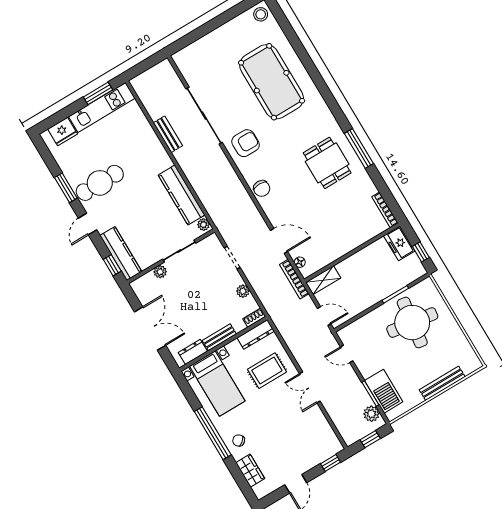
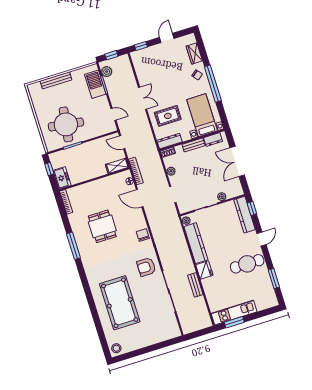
fridge: (63, 132) -> (204, 270), moved, turned 90
dining table: (327, 163) -> (102, 226), moved
window: (66, 188) -> (274, 279), moved

